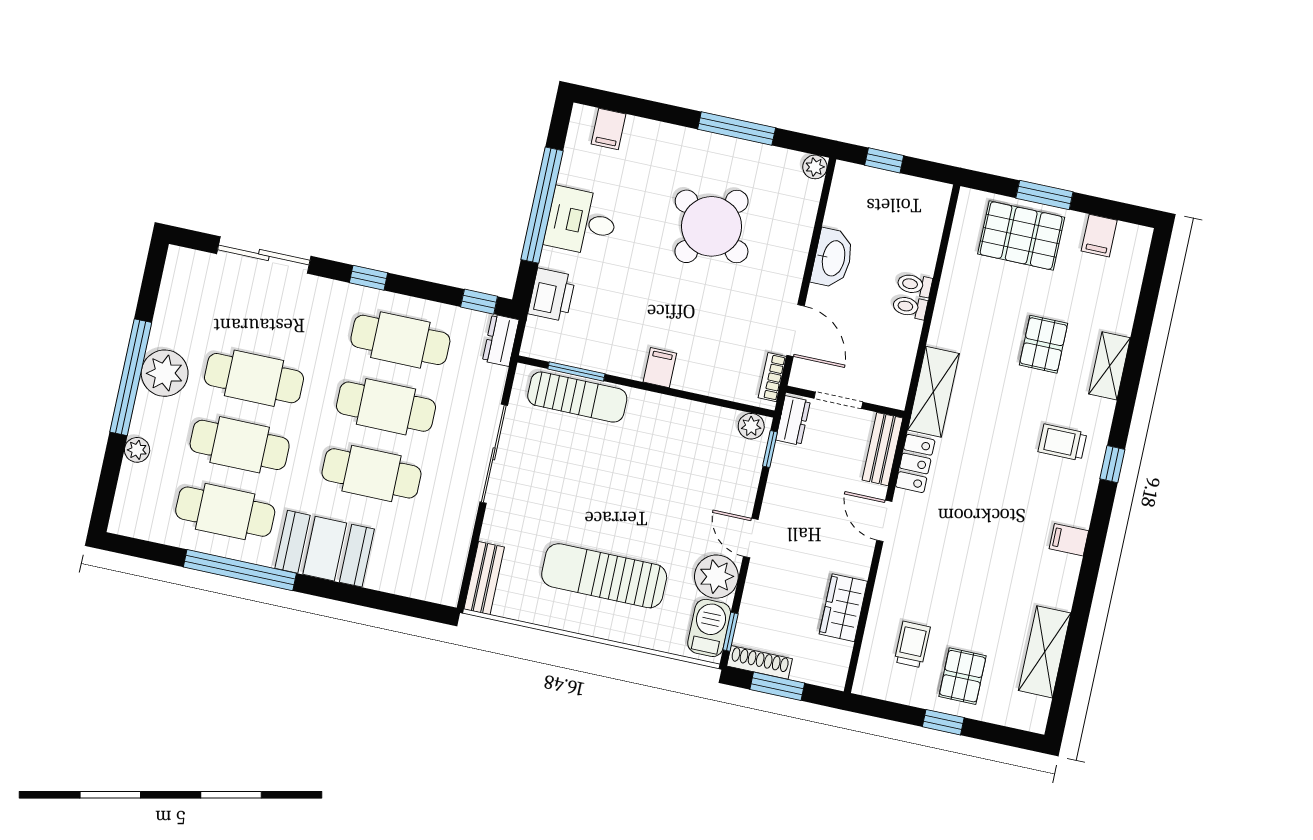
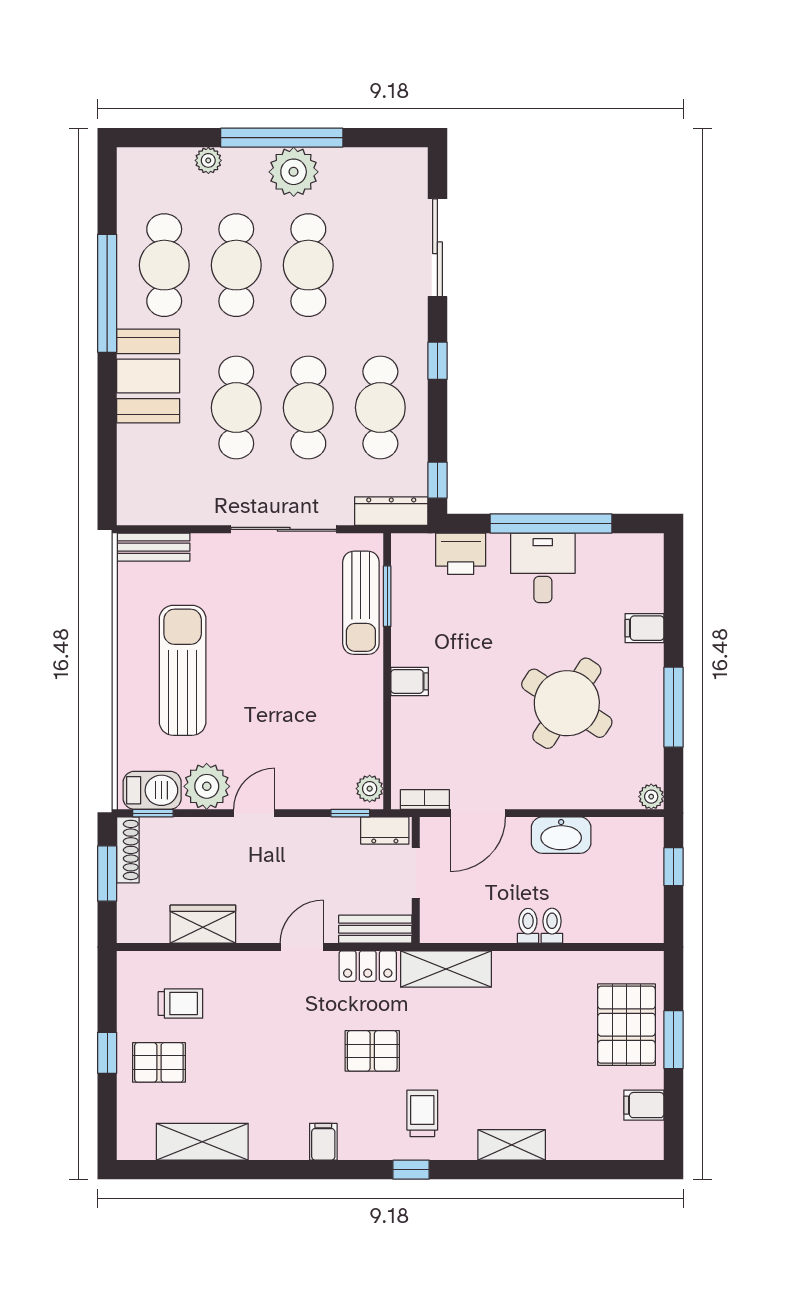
filing cabinet: (609, 129) -> (644, 628), moved
dresser: (501, 340) -> (391, 511), width x1.44
pallet: (1044, 344) -> (372, 1051), moved

